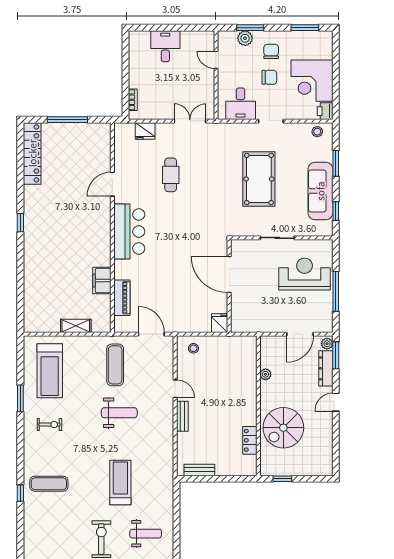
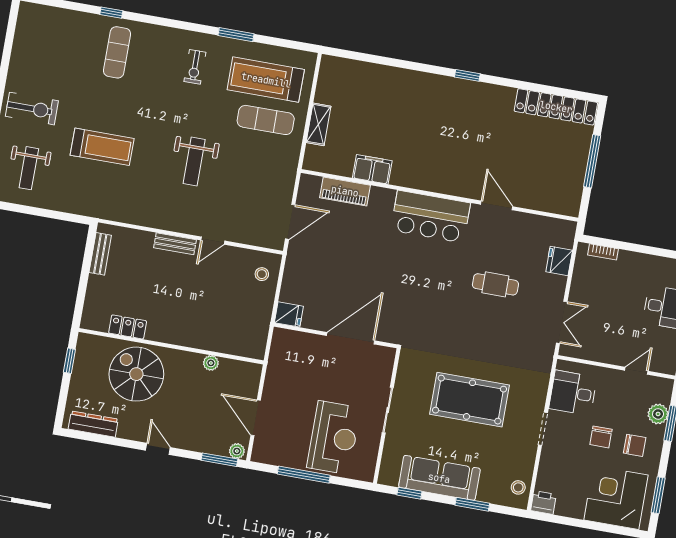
corner desk: (312, 81) -> (616, 497), moved
exercise mat: (115, 365) -> (266, 120), moved
dresser: (326, 368) -> (93, 424), moved

